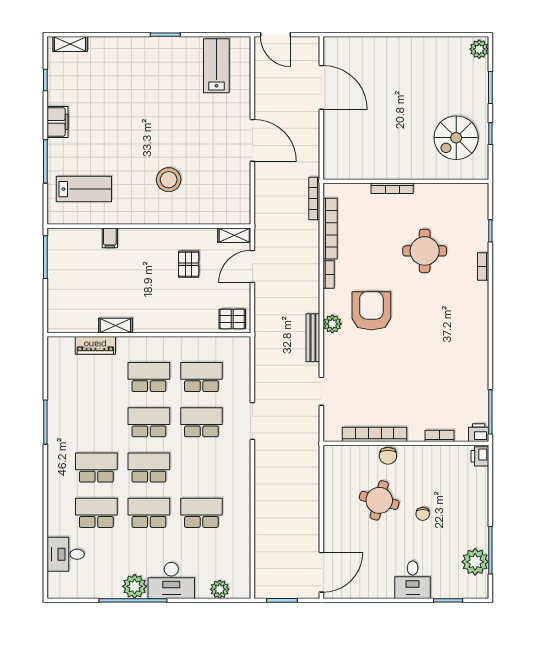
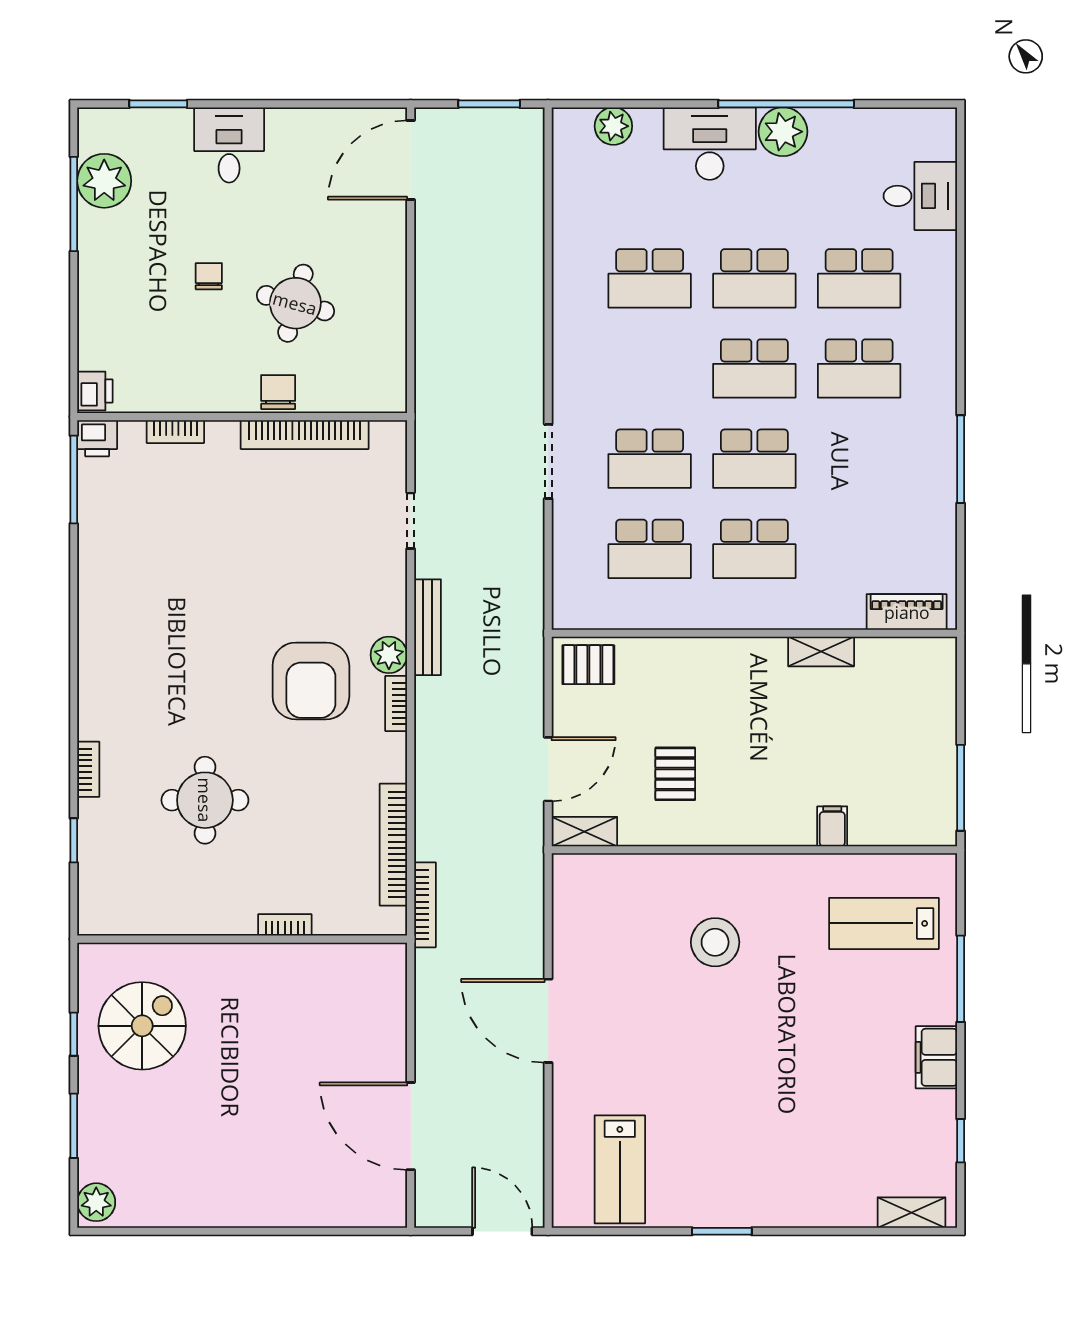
bookcase: (392, 188) -> (285, 925), width x0.64
bookcase: (329, 274) -> (396, 704), moved
piano: (95, 345) -> (907, 612), moved

